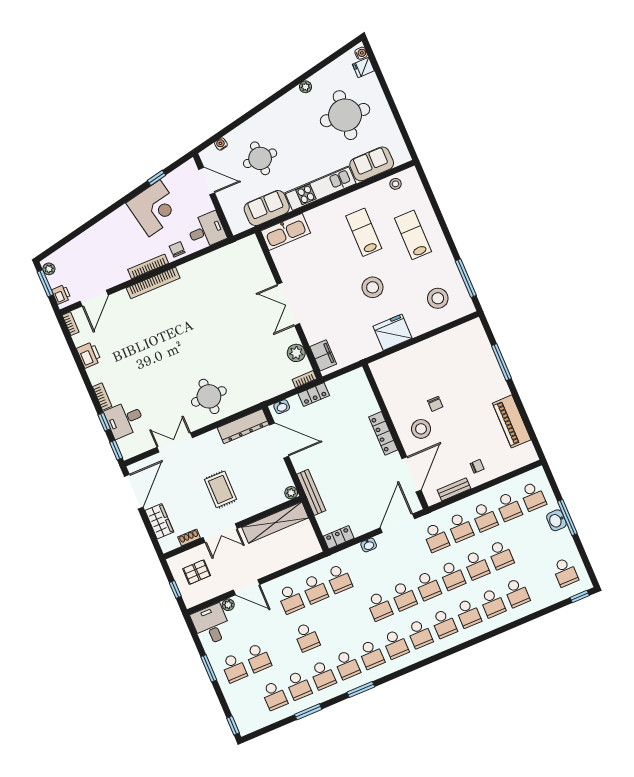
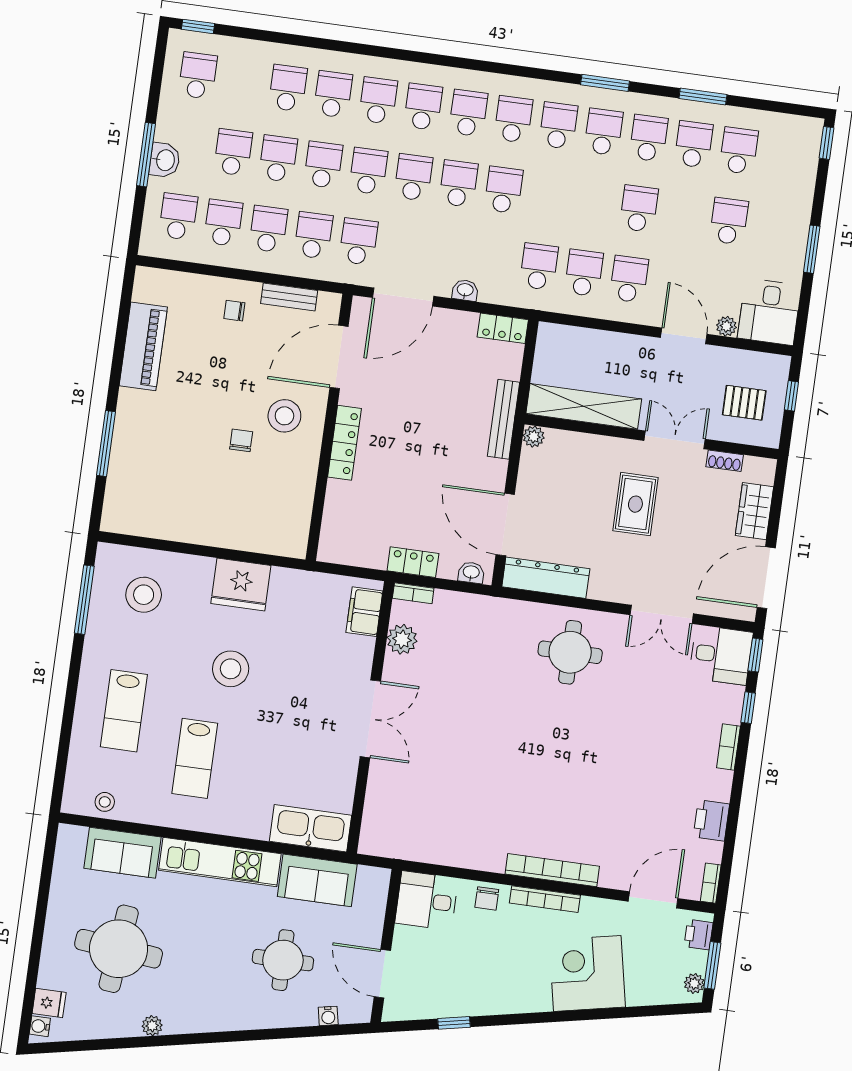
corner desk: (154, 208) -> (587, 973), moved
desk: (125, 419) -> (721, 655), moved
school desk: (234, 668) -> (233, 152), moved

